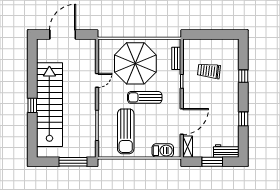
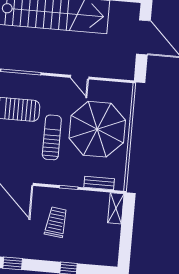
shelving: (194, 44) -> (116, 208), added
trolley: (209, 71) -> (56, 222), moved

